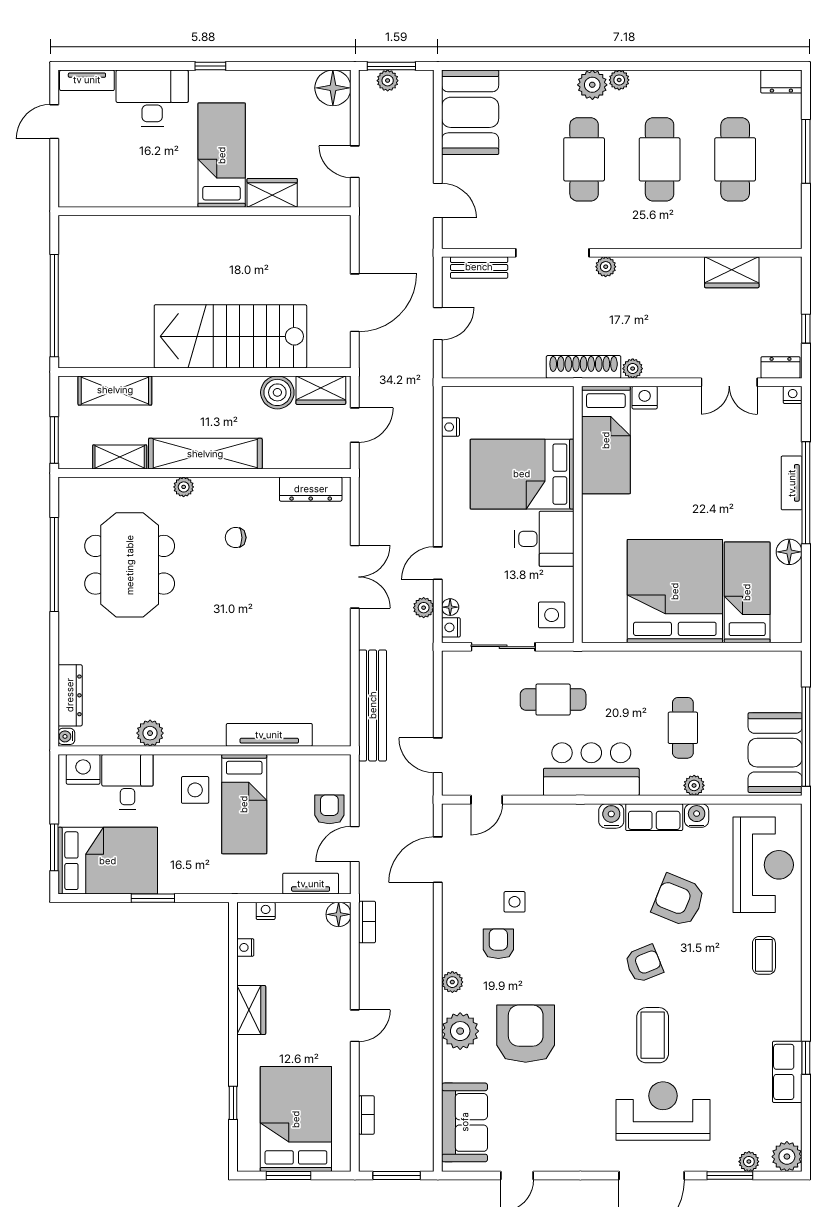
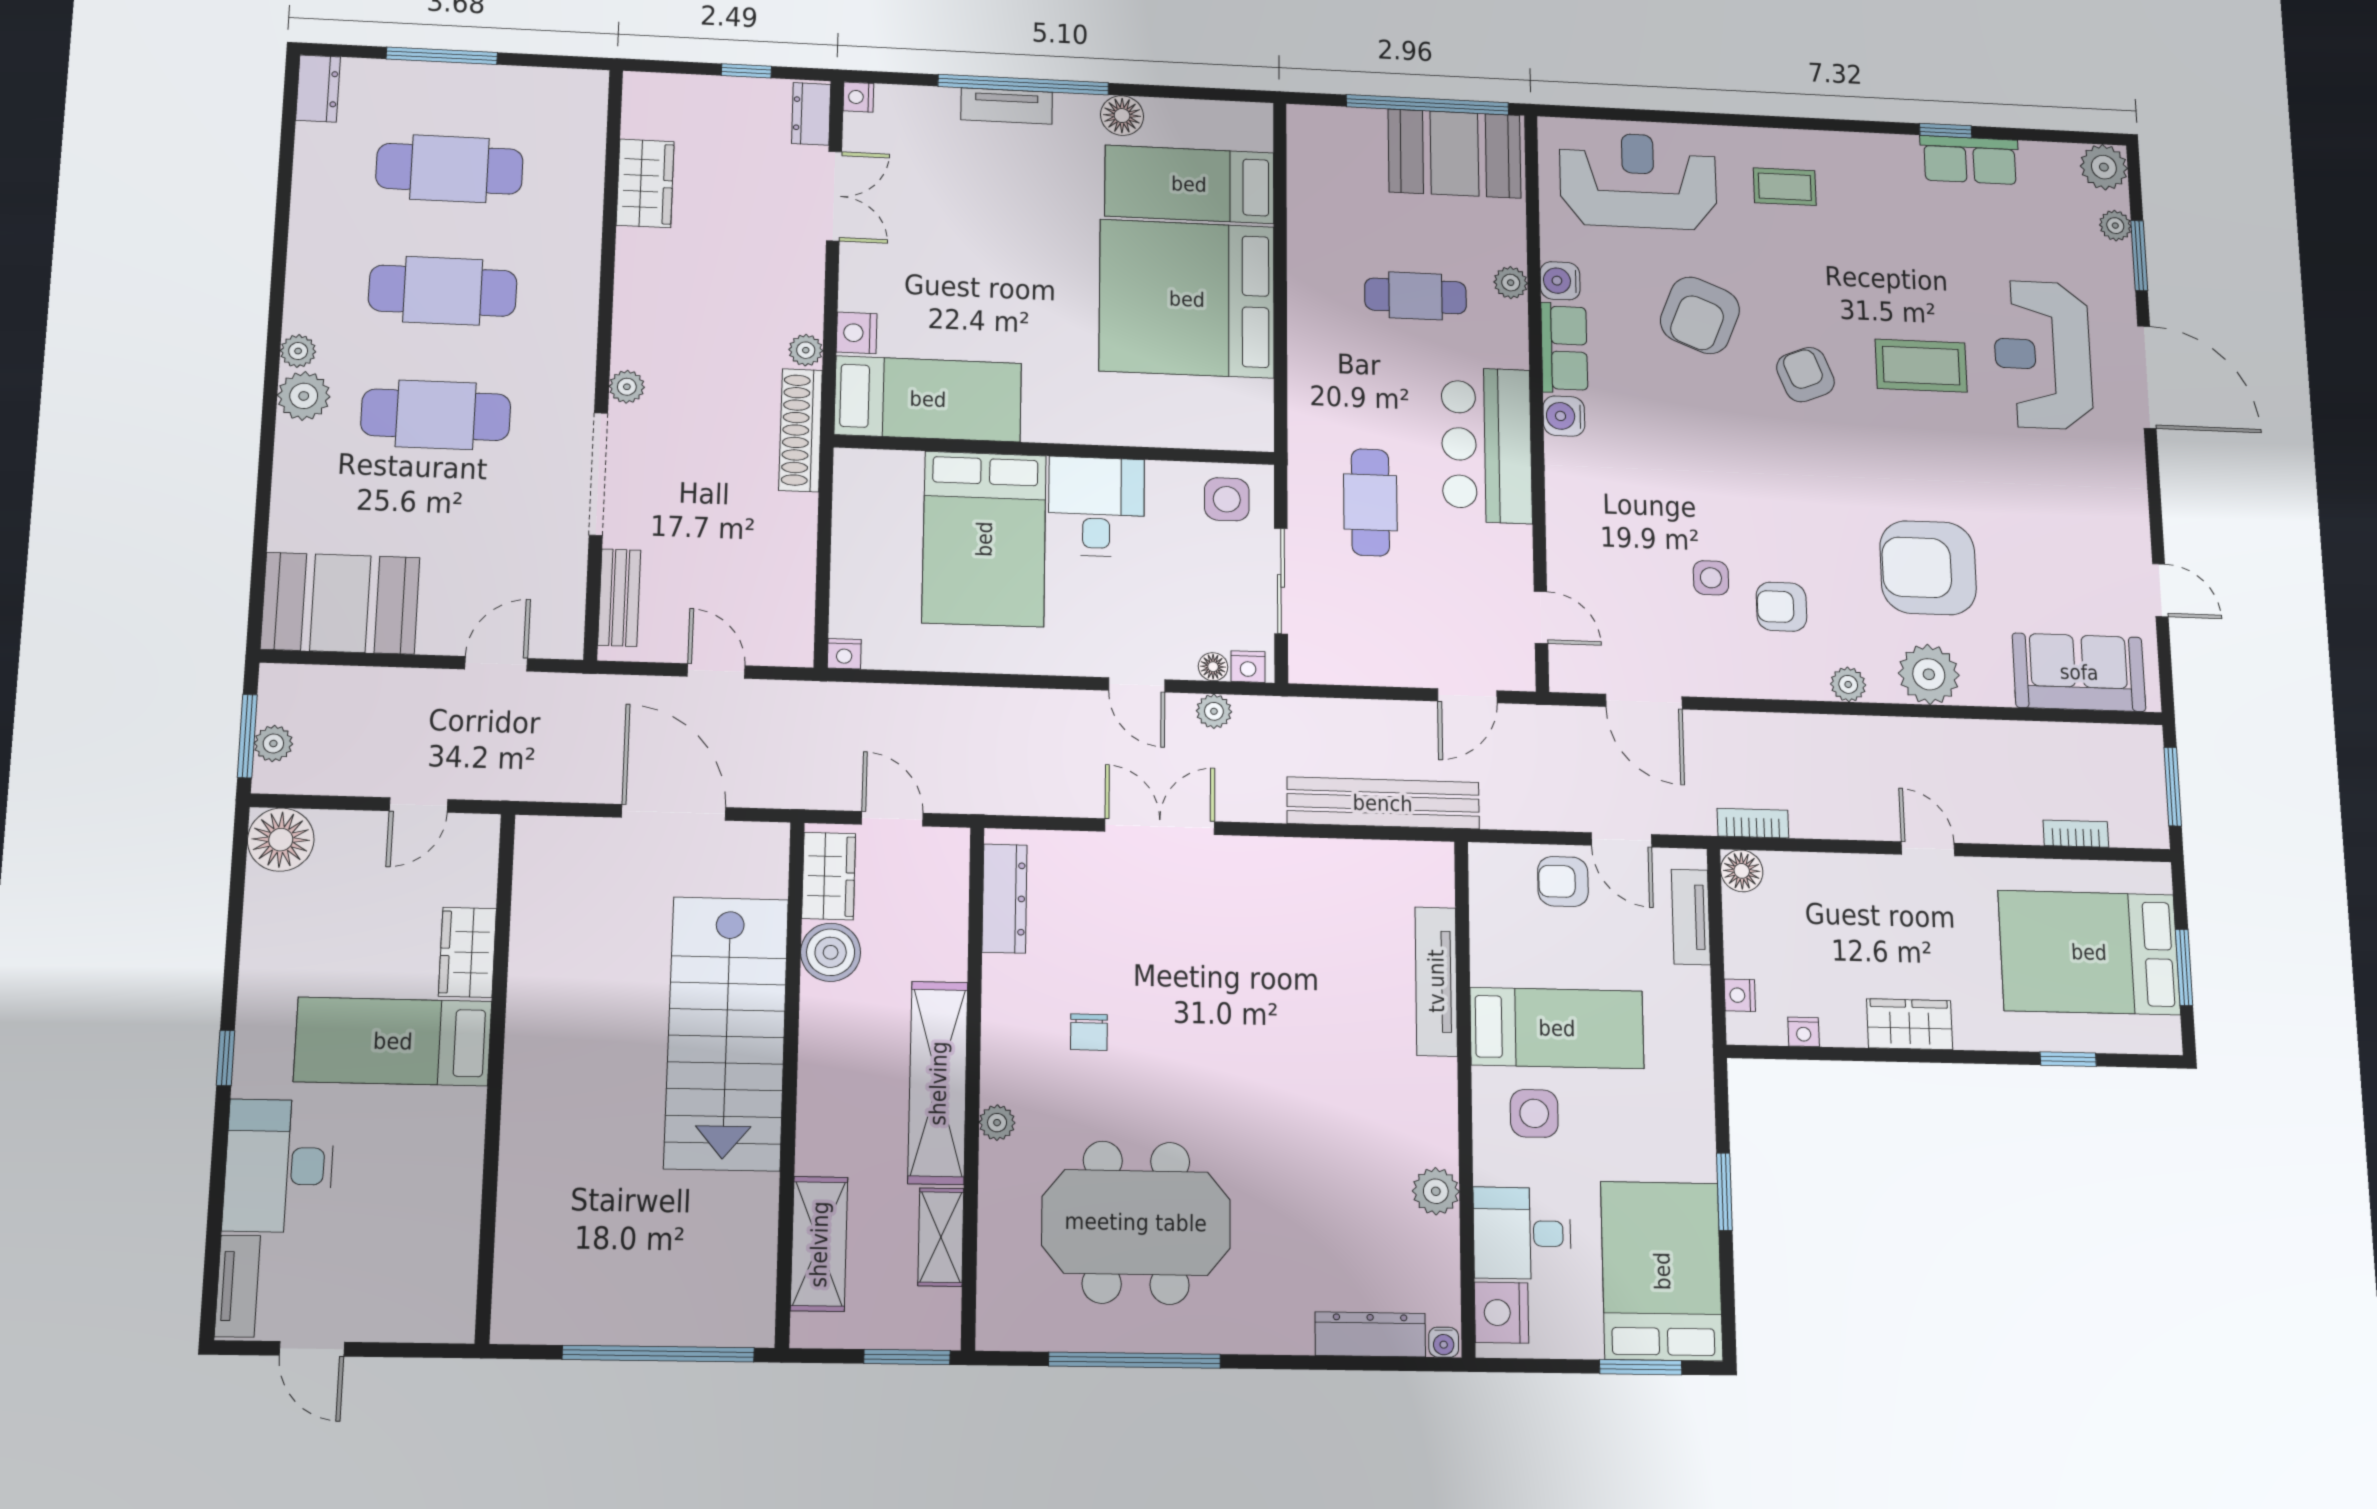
nightstand: (450, 427) -> (844, 654), moved

